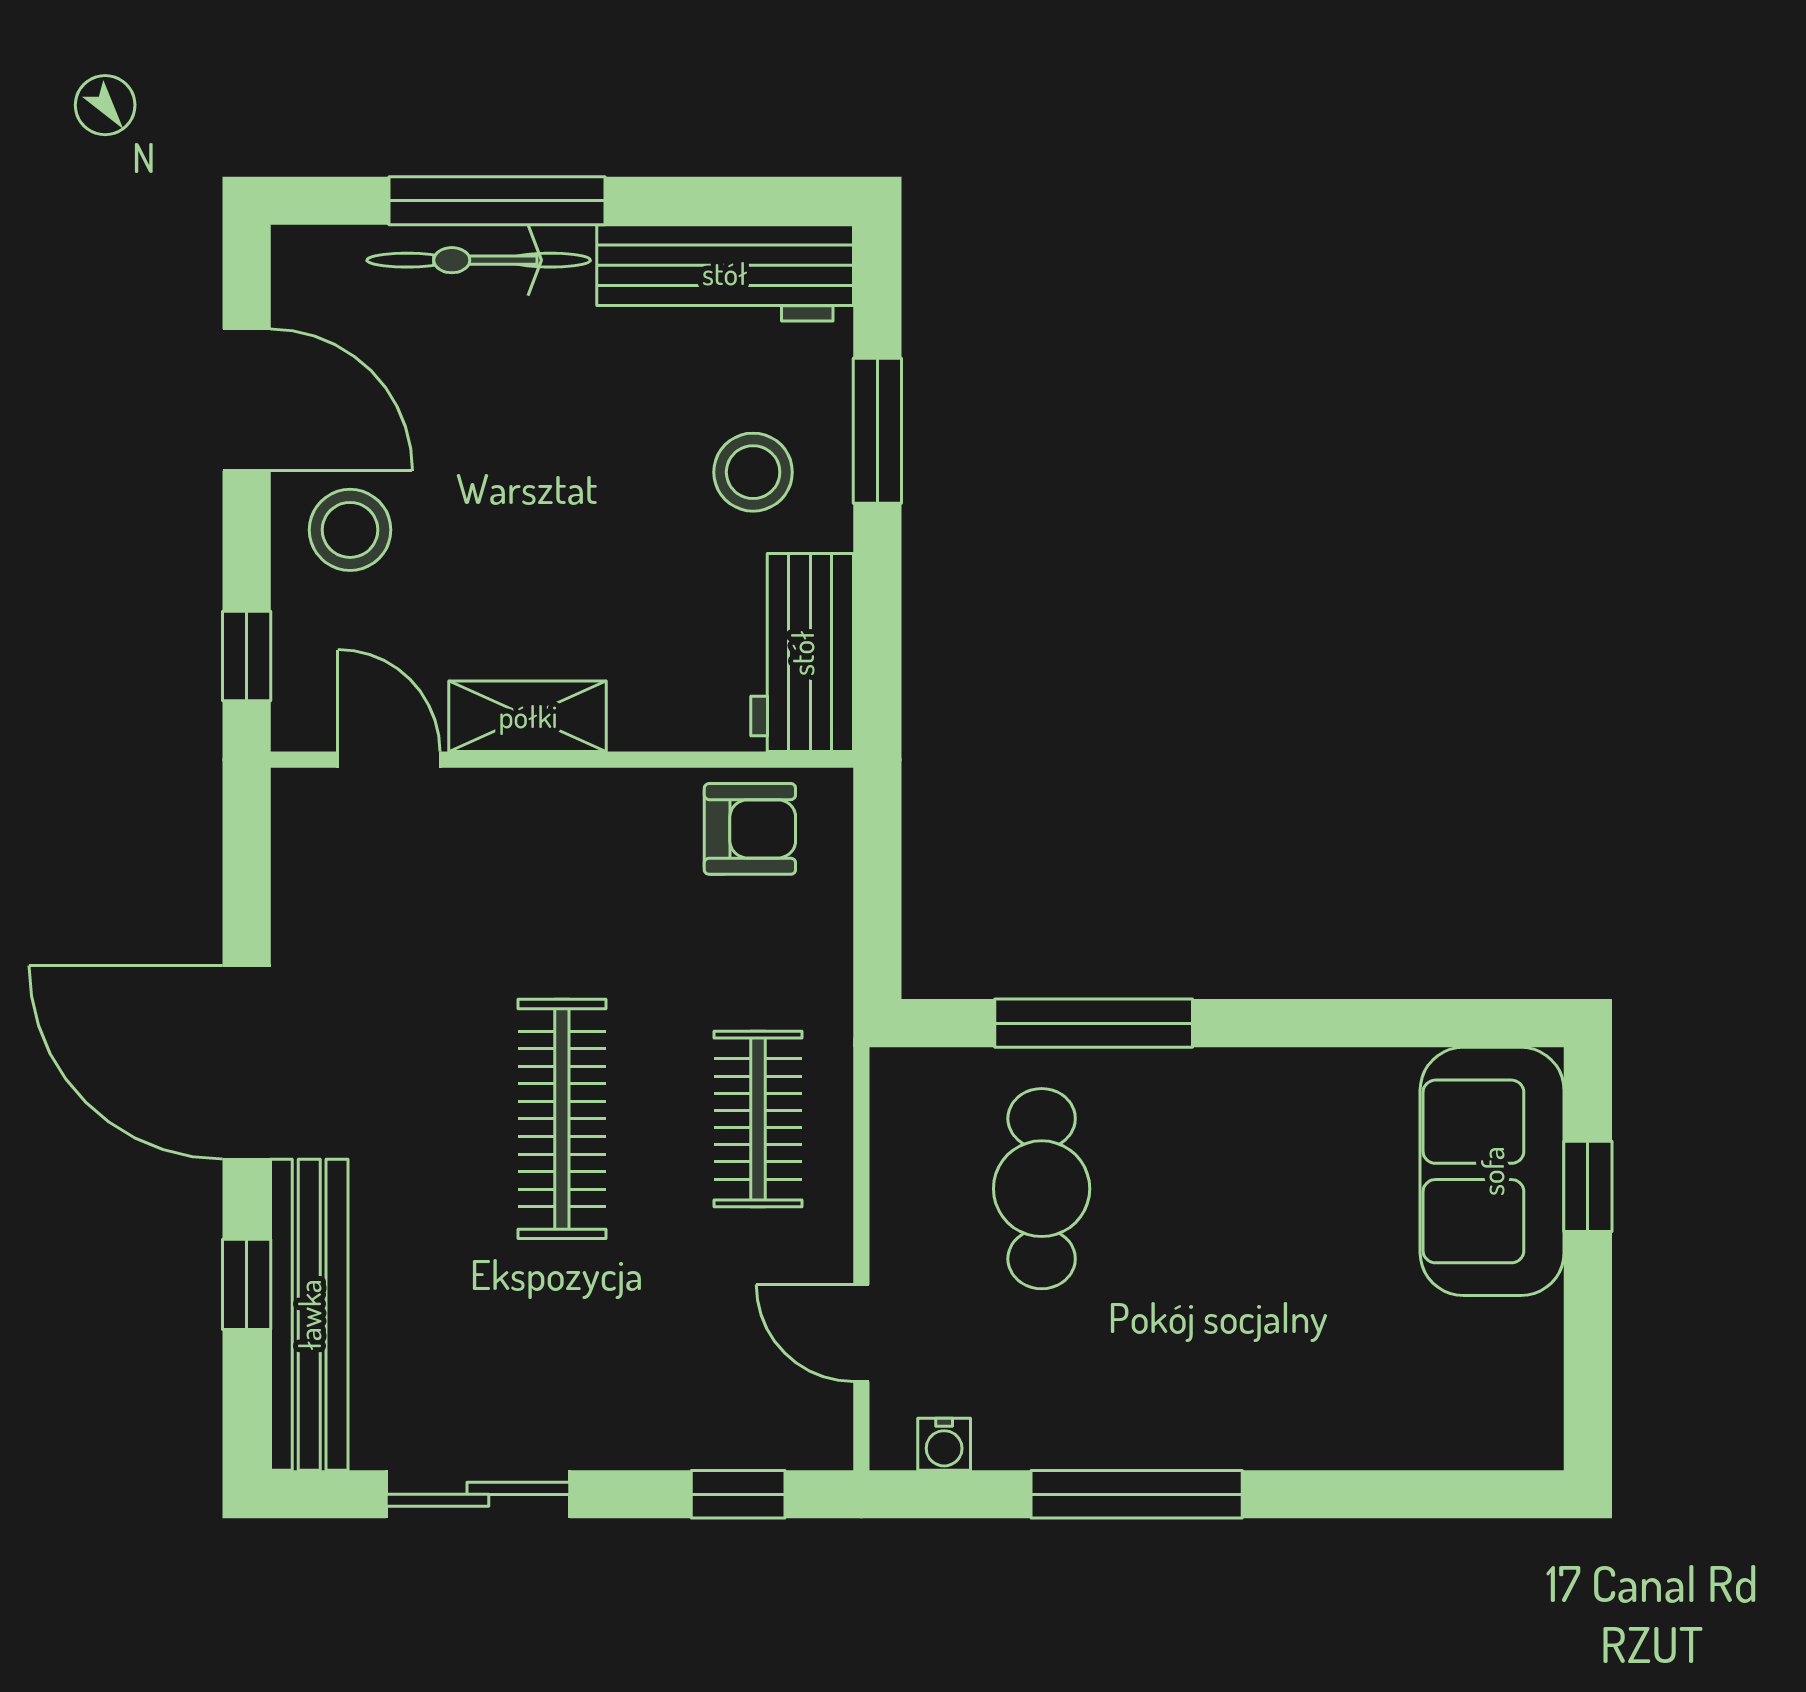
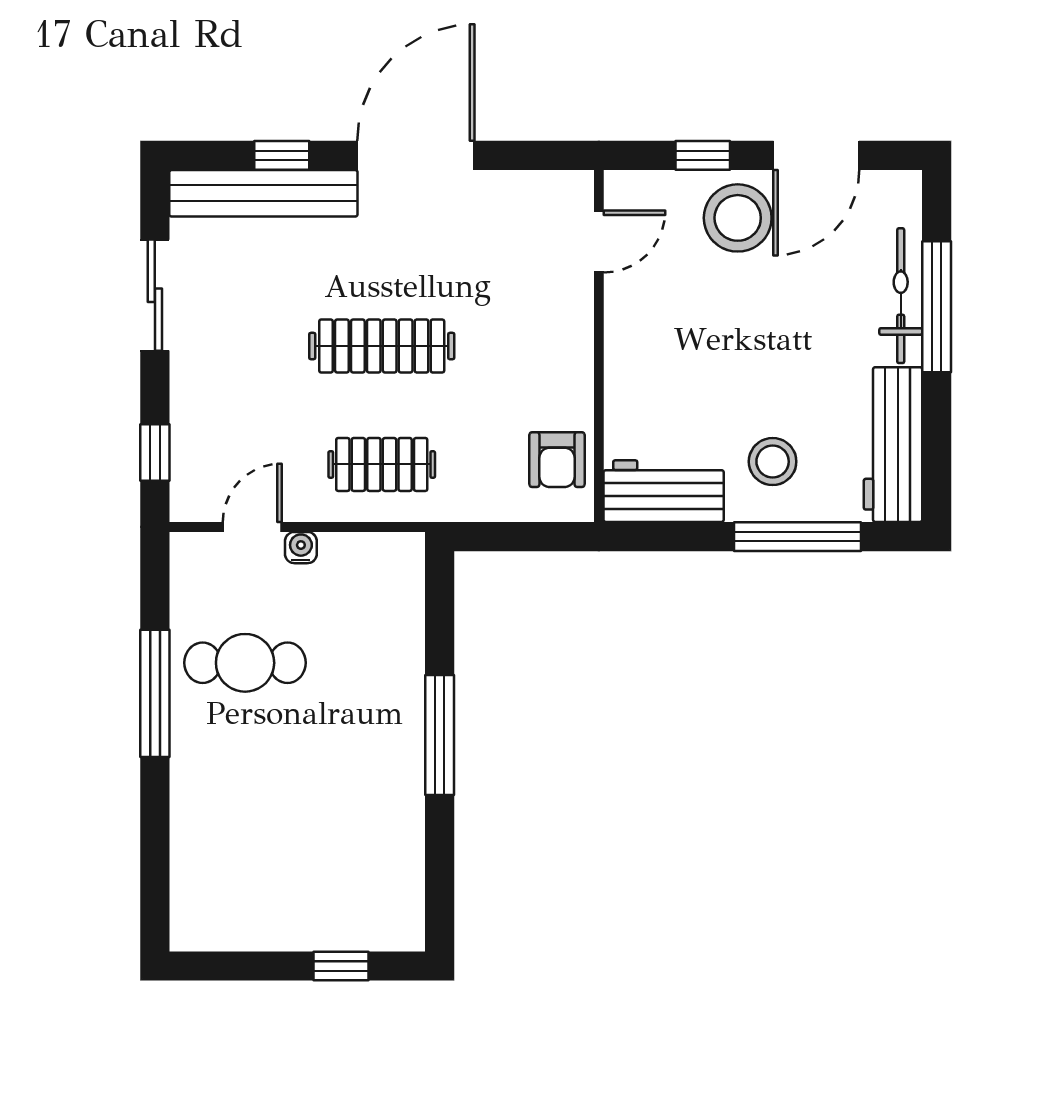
window: (877, 431) -> (798, 537), width x1.44
stool: (350, 530) -> (738, 218), width x1.38, depth x1.38
window: (247, 656) -> (703, 155), moved
shelving: (528, 716) -> (625, 325), removed
window: (1094, 1023) -> (440, 735), moved
sofa: (1492, 1171) -> (350, 908), removed
cafe table: (1042, 1189) -> (245, 663), moved
water cooler: (944, 1444) -> (301, 548), moved, turned 90

